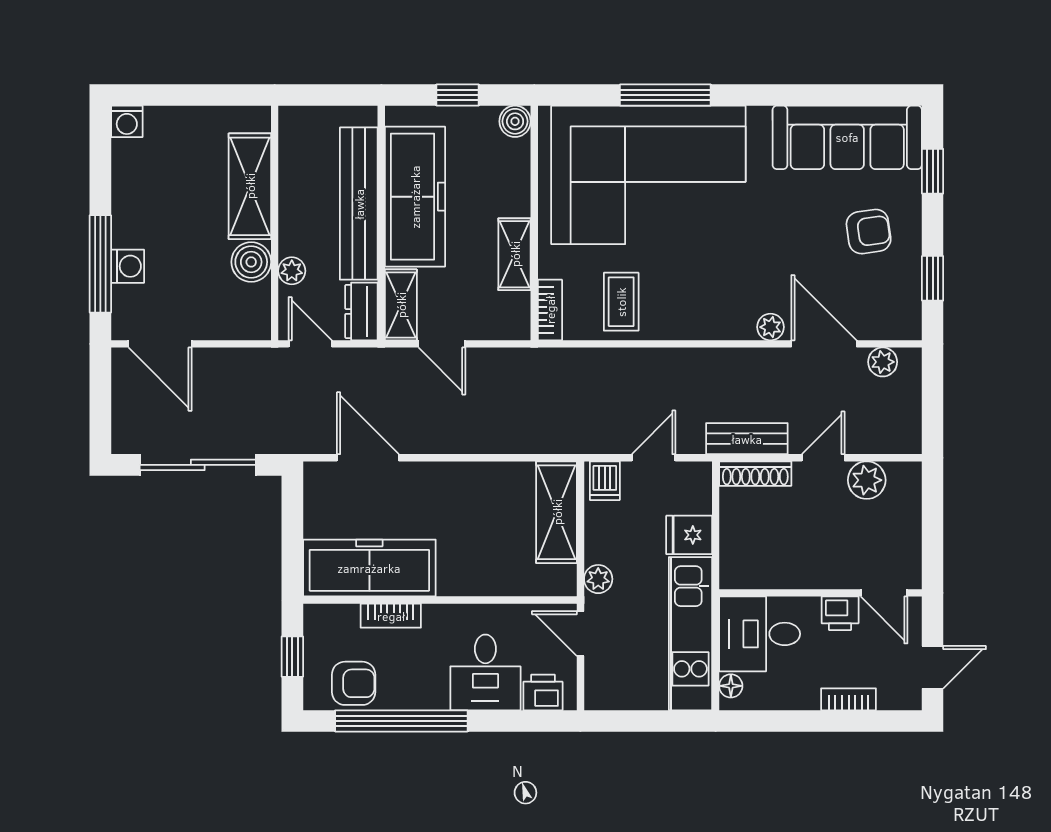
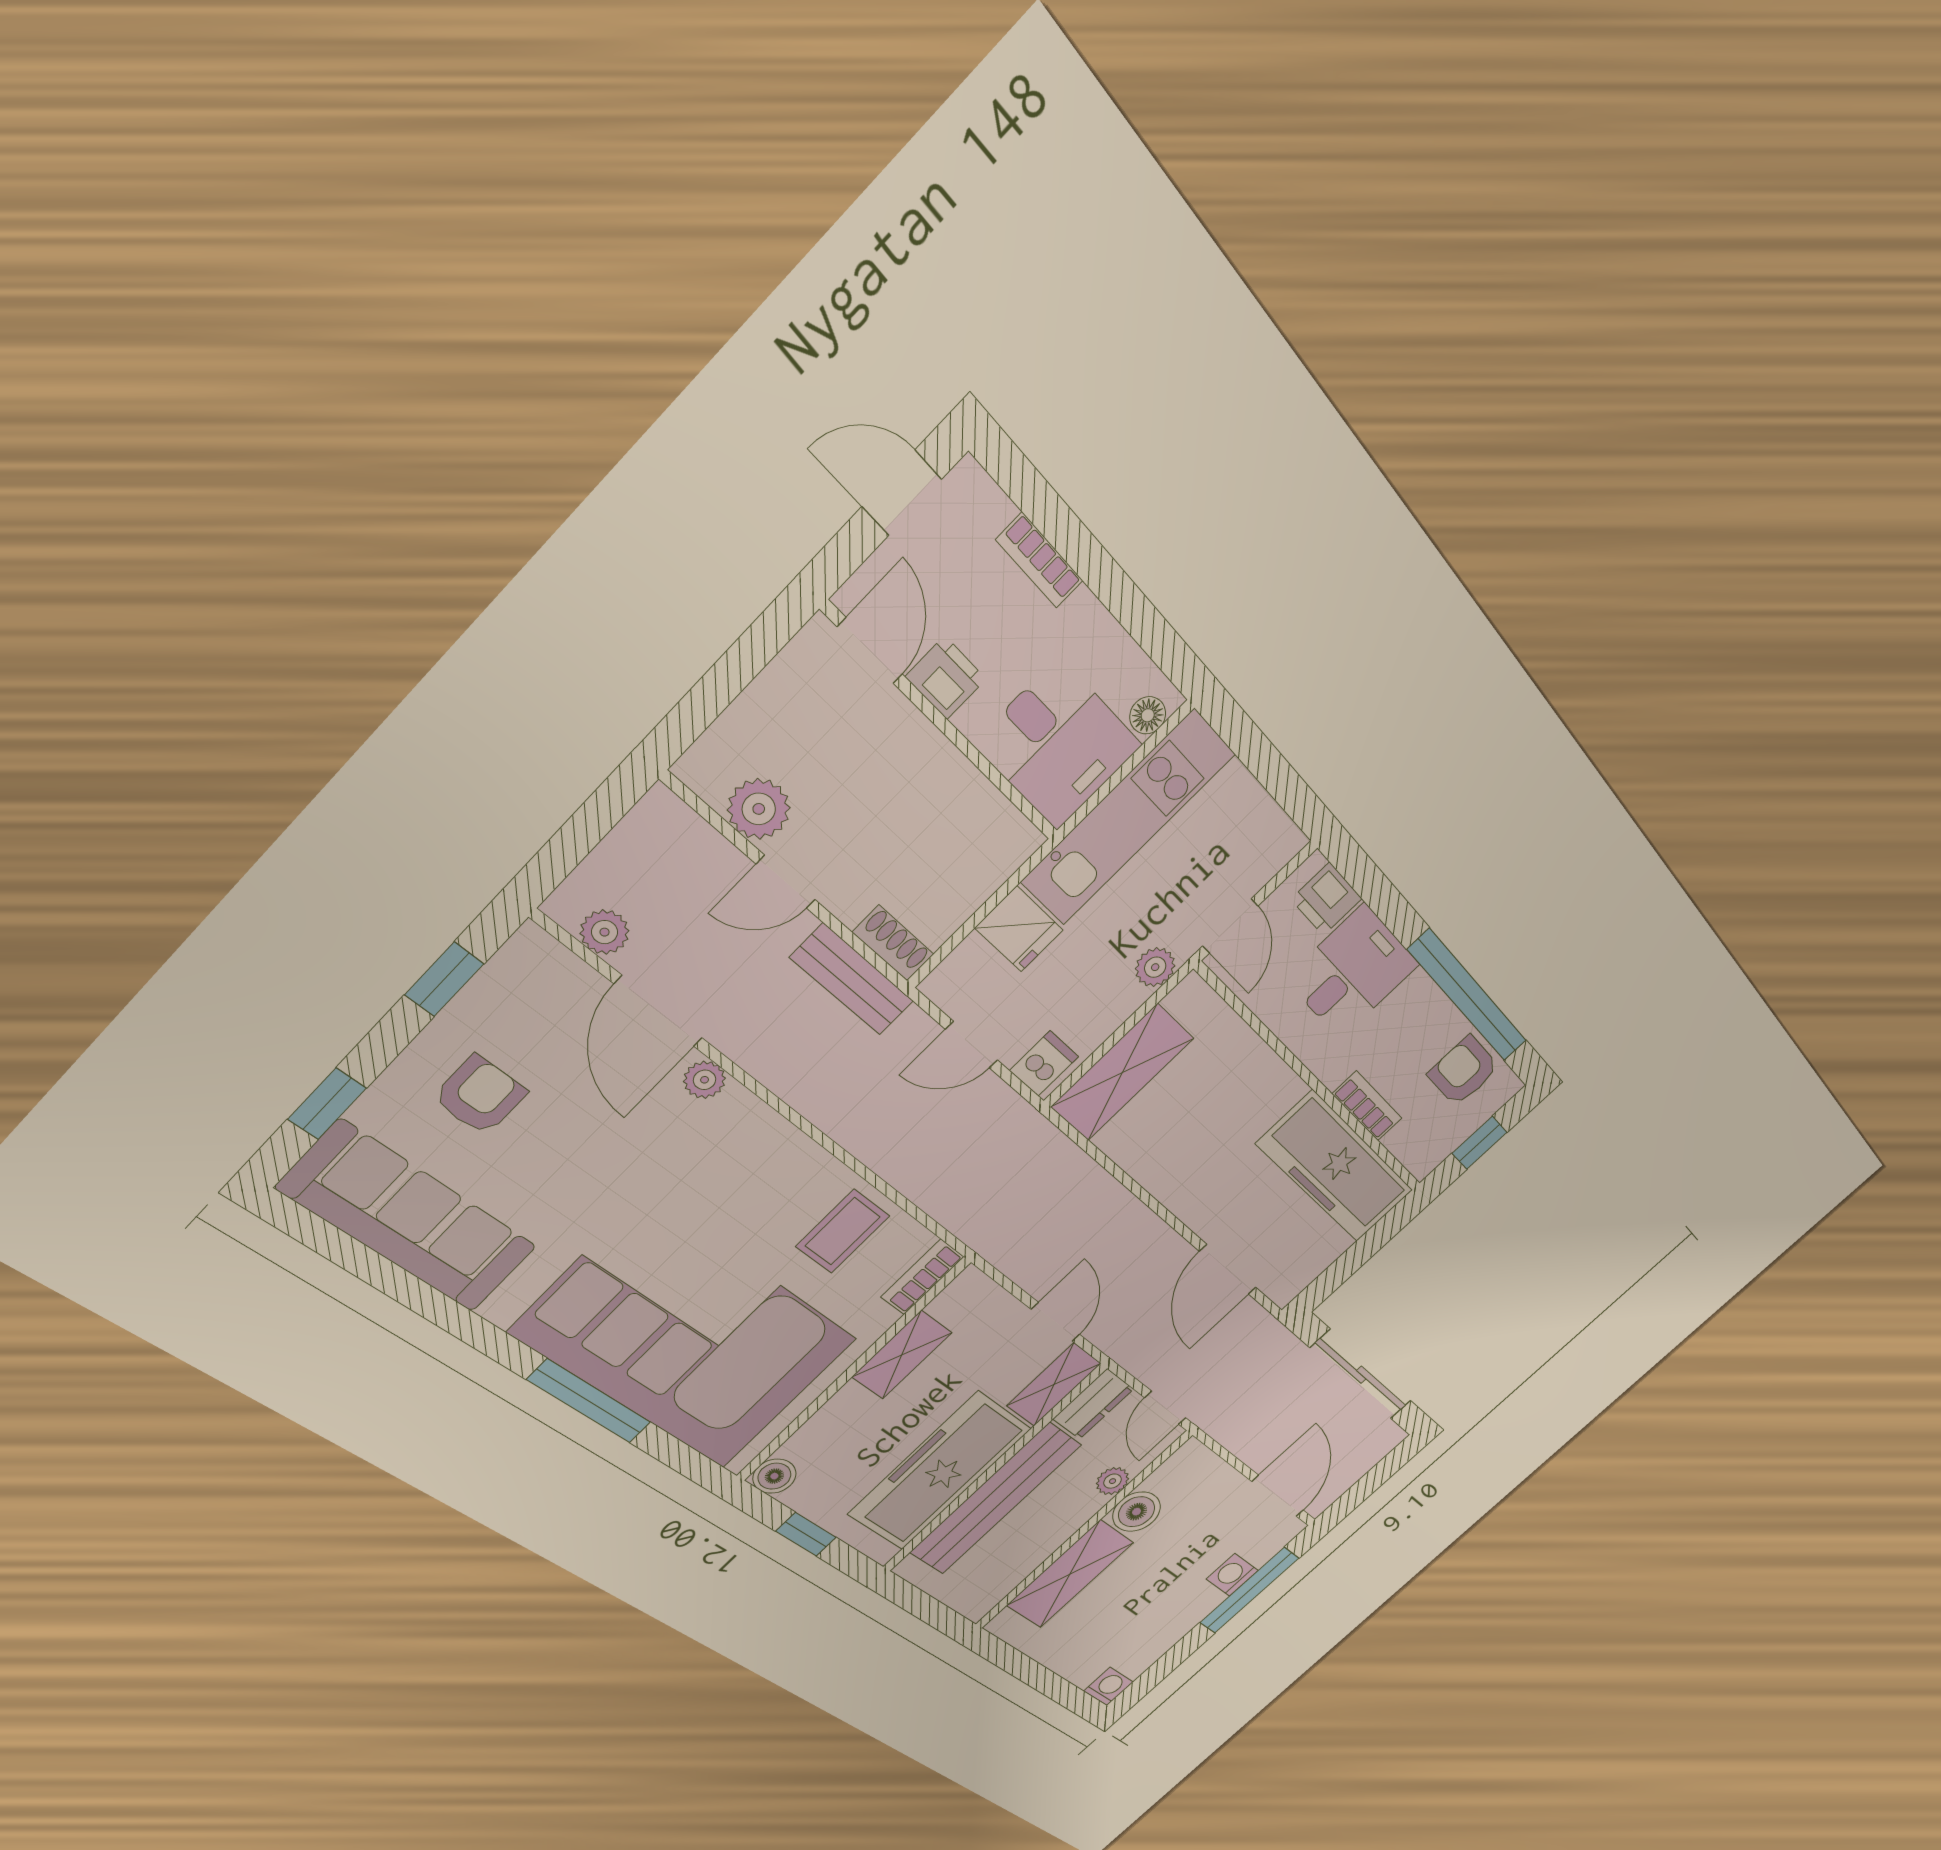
armchair: (869, 232) -> (480, 1095), turned 98
shoe rack: (755, 474) -> (893, 943), width x0.70

